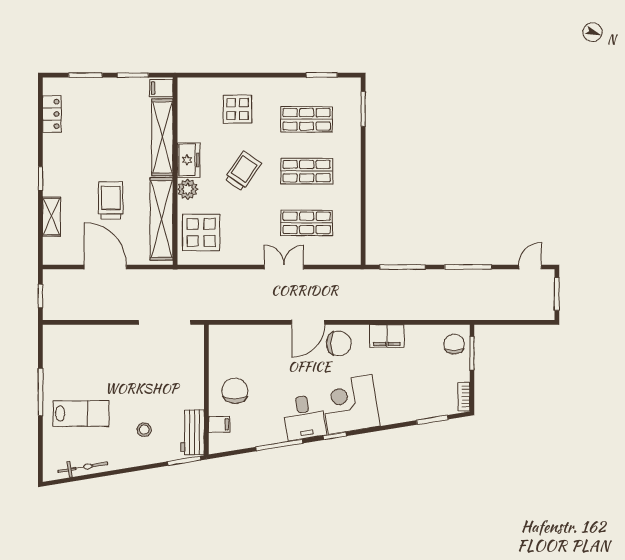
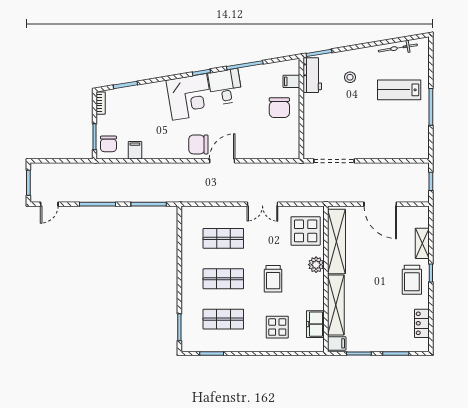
freezer: (189, 160) -> (315, 324), moved
trolley: (243, 171) -> (273, 279), turned -34
trolley: (111, 201) -> (412, 280), moved
double door: (284, 267) -> (262, 204), moved
filing cabinet: (387, 336) -> (135, 150), moved, width x0.50

